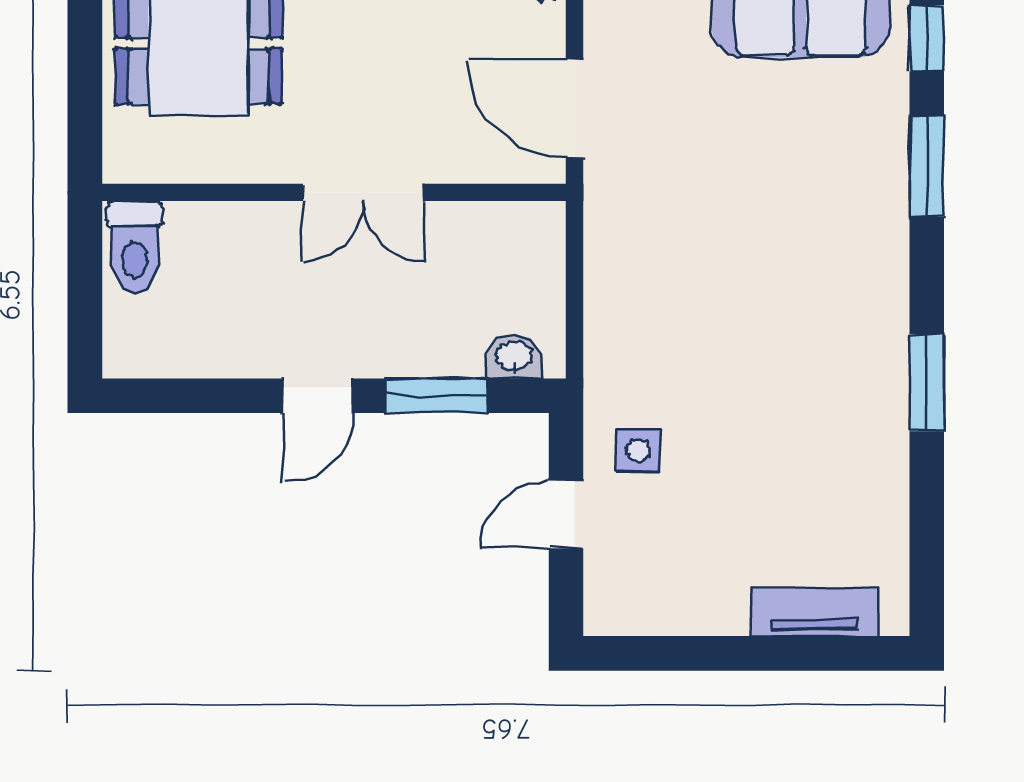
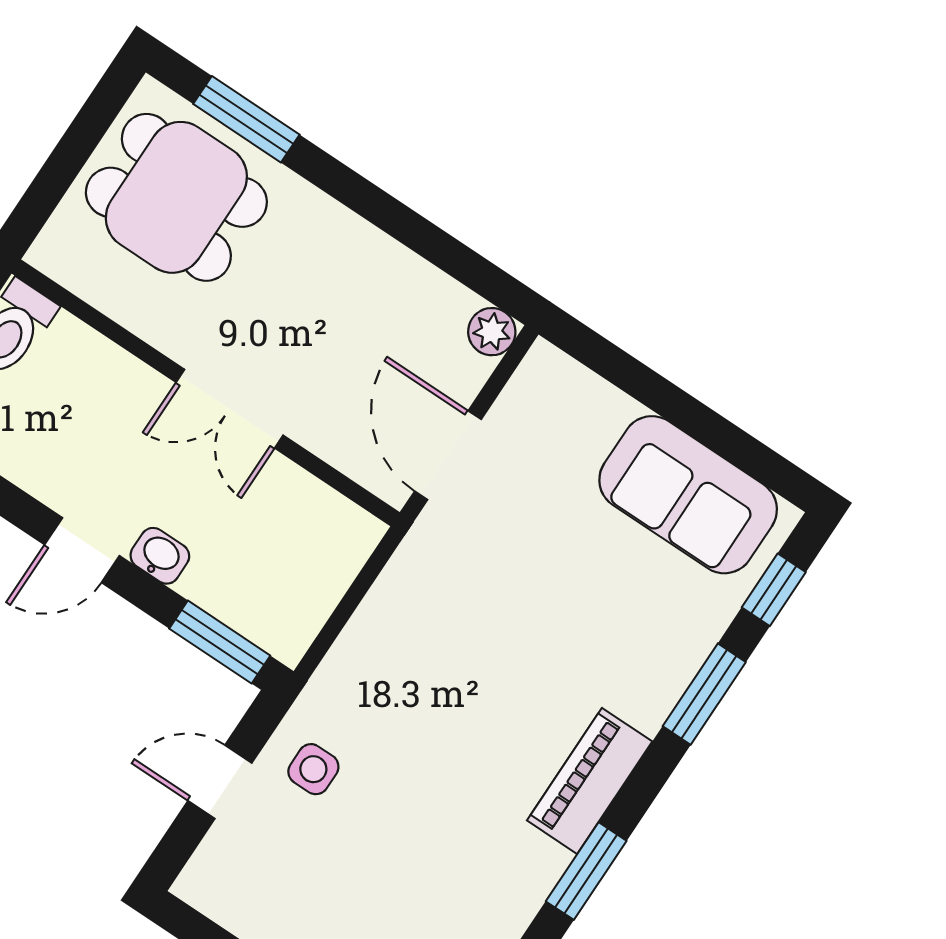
piano: (879, 304) -> (590, 781), added
washbasin: (514, 356) -> (160, 556), moved
window: (437, 396) -> (220, 642), moved

